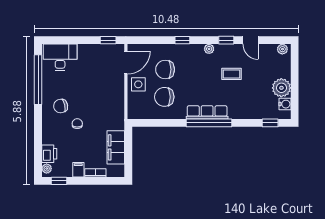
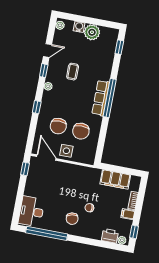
water cooler: (285, 104) -> (79, 27), moved

